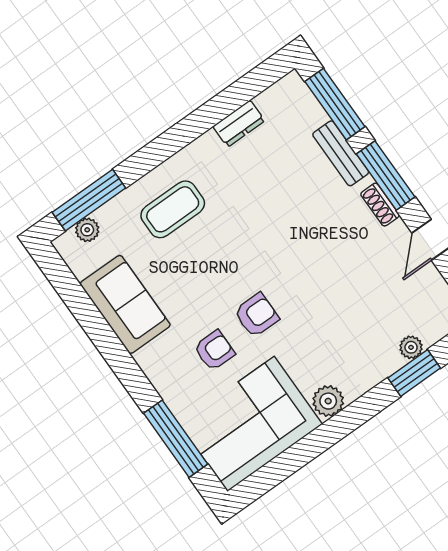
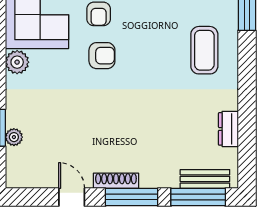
bench: (341, 153) -> (205, 179), moved
shoe rack: (380, 205) -> (116, 181), width x1.43
armchair: (257, 315) -> (102, 56), turned -90

